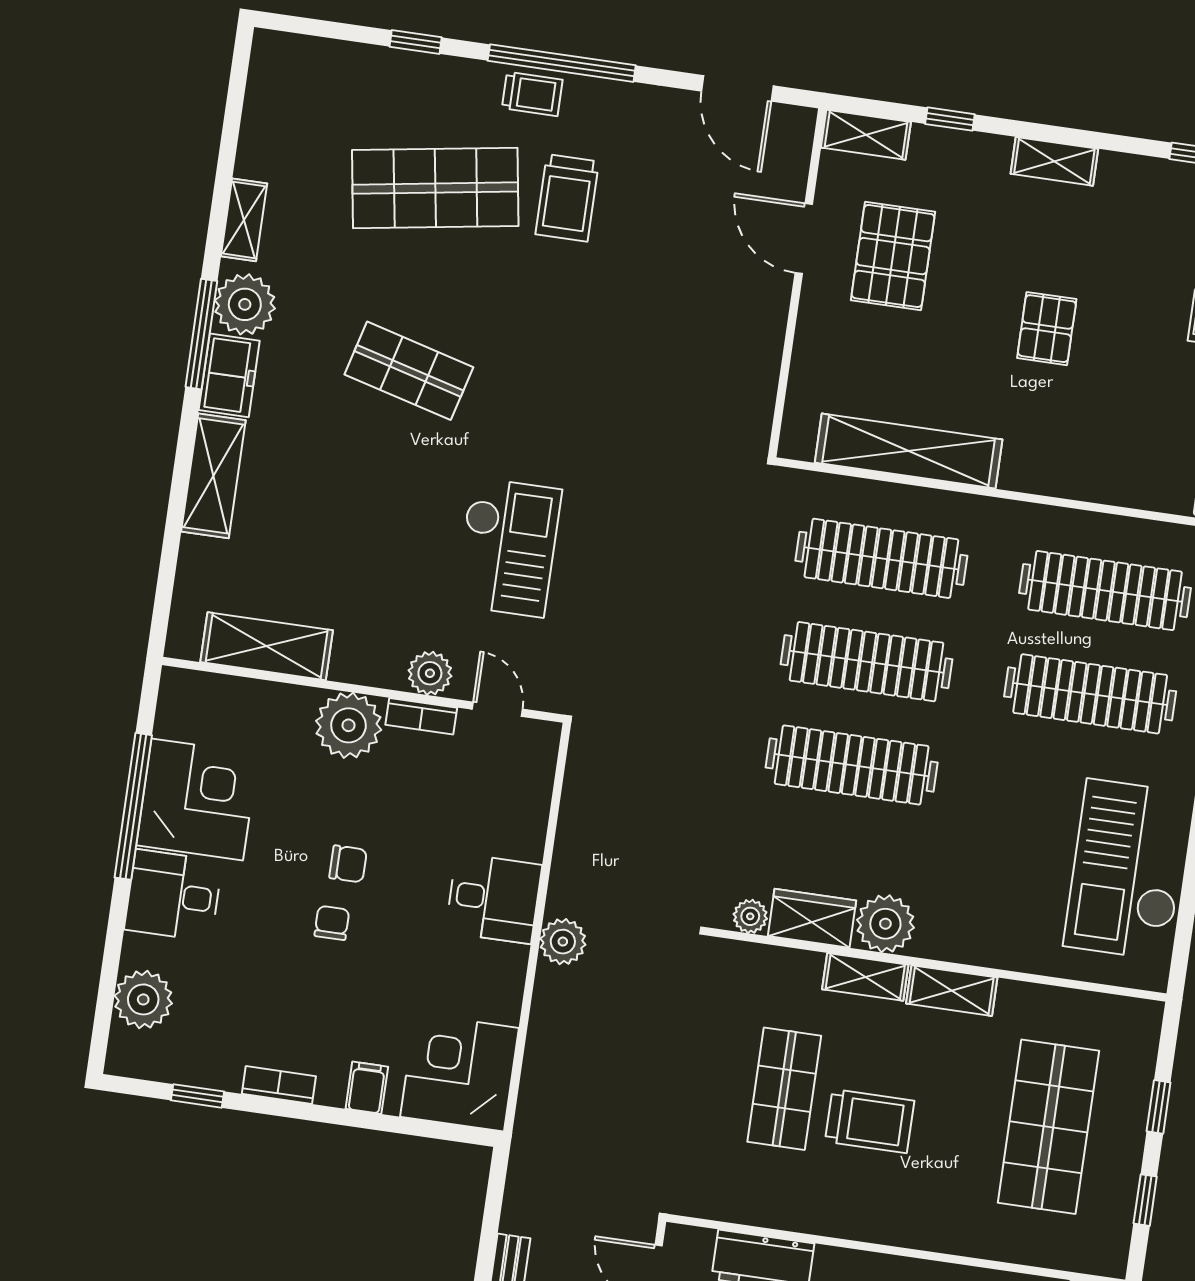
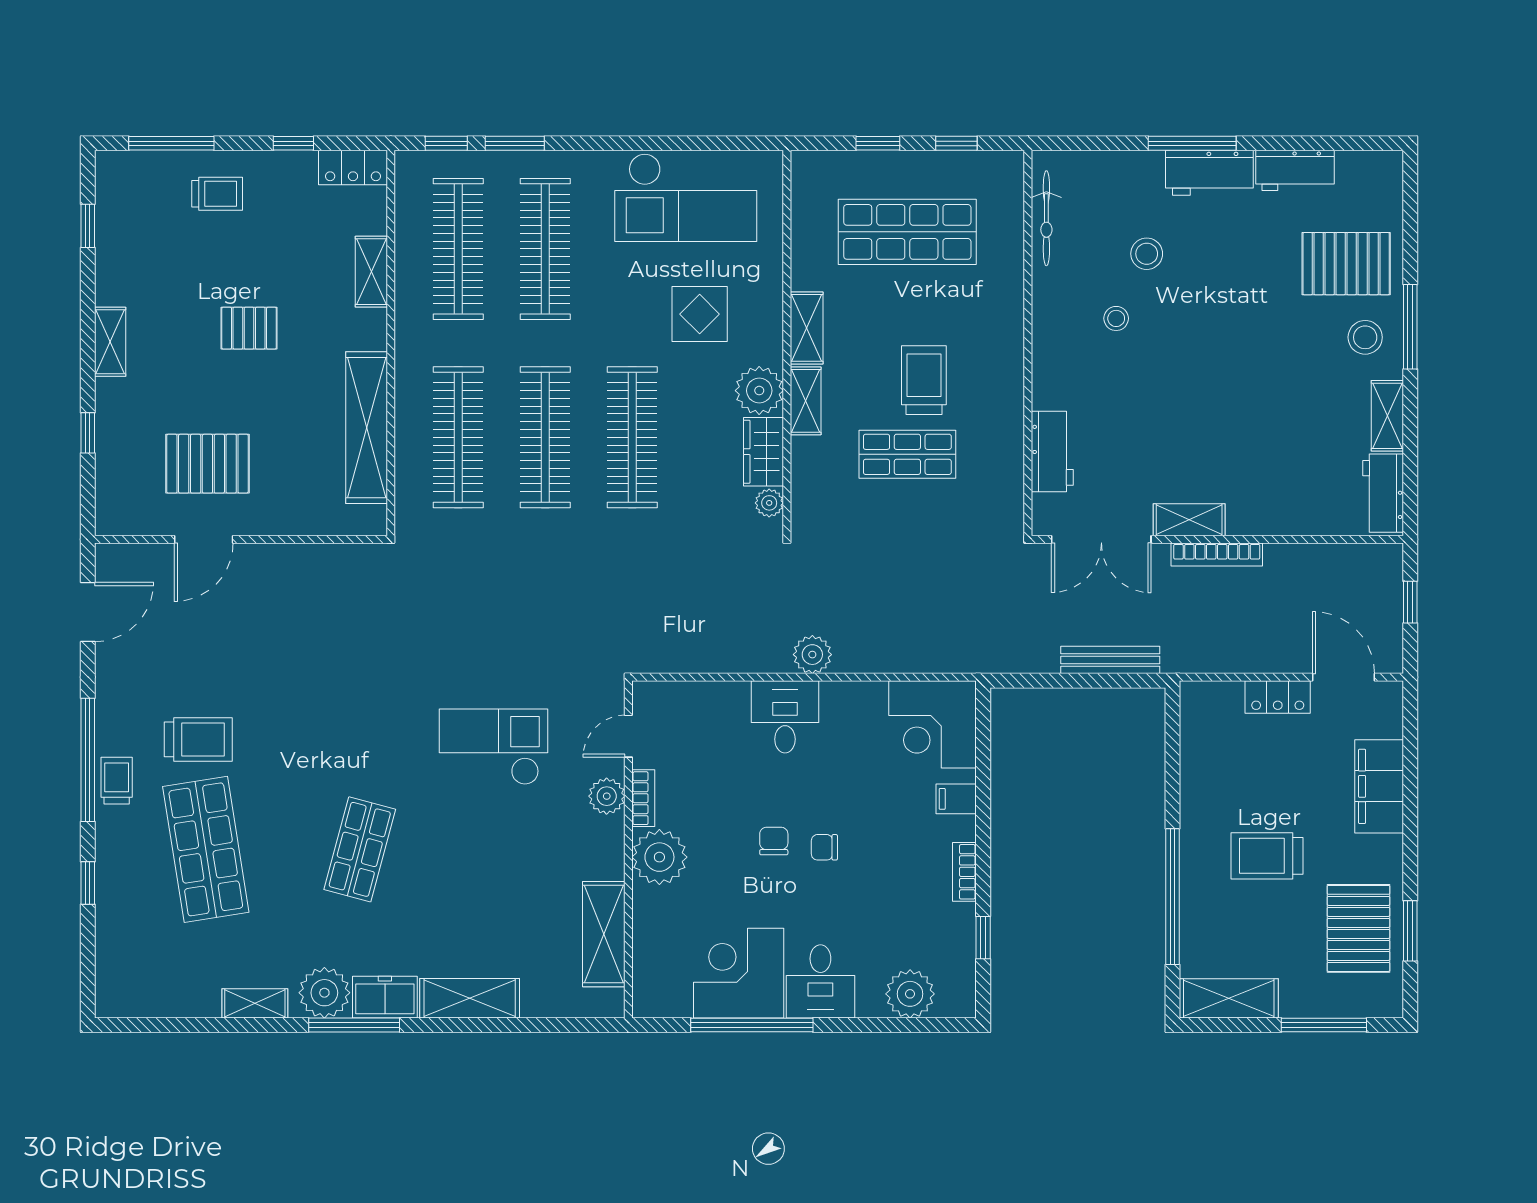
shelving: (866, 135) -> (371, 272), moved
display table: (986, 866) -> (700, 314), added

